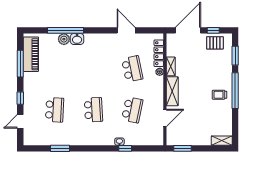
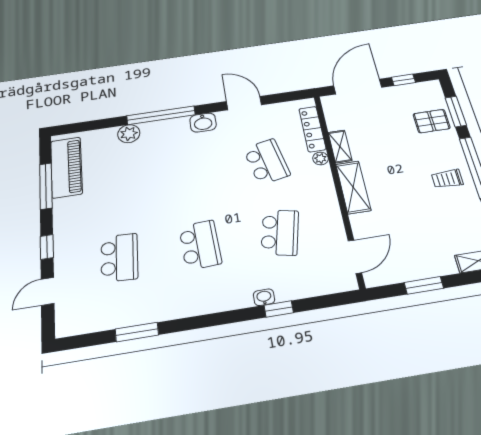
window: (65, 30) -> (161, 115), moved
washbasin: (77, 39) -> (203, 123), moved
pallet: (215, 43) -> (432, 121), moved
door: (165, 118) -> (355, 257), moved
window: (182, 148) -> (424, 285), moved

